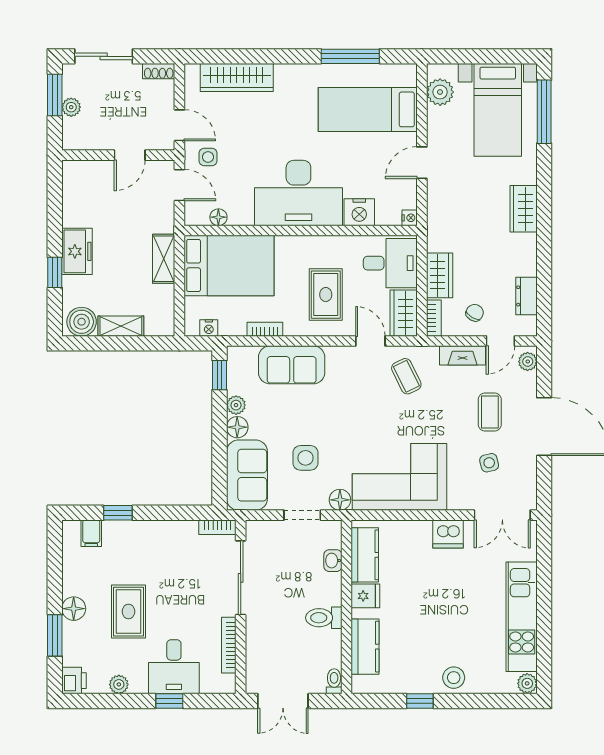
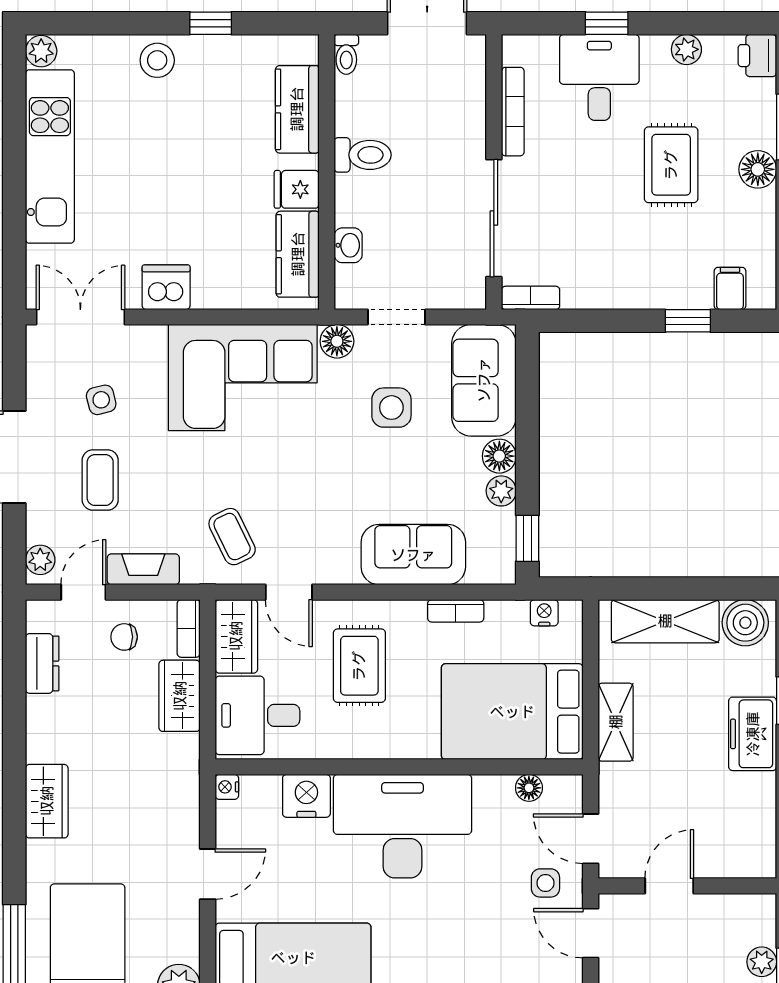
chair: (475, 313) -> (124, 637), turned 59
shelving: (121, 326) -> (665, 621), width x1.50, depth x1.33

